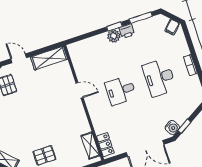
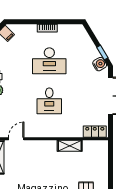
door: (80, 90) -> (16, 139), moved
shelving: (90, 146) -> (70, 146), moved

